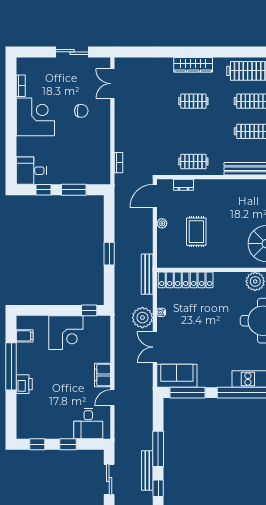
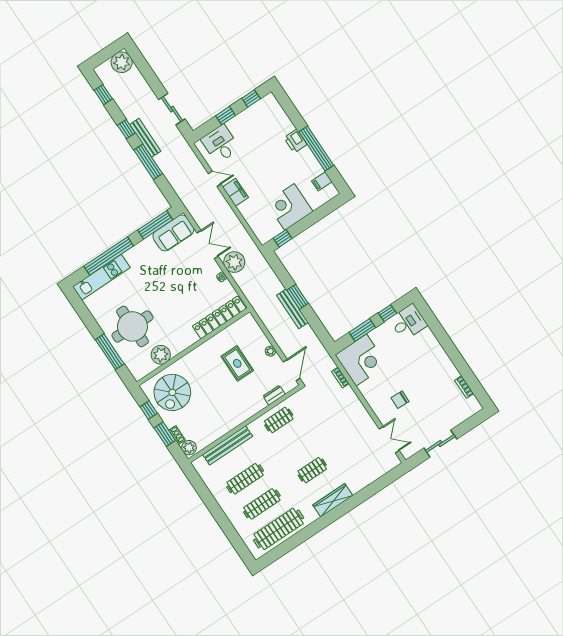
corner desk: (35, 117) -> (361, 360), moved, turned -90
bench: (147, 274) -> (292, 309), moved
door: (112, 398) -> (215, 179), hinge flipped

